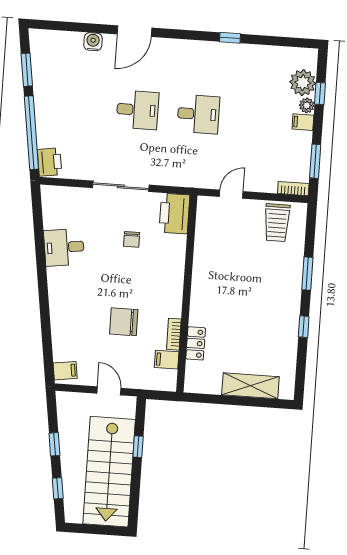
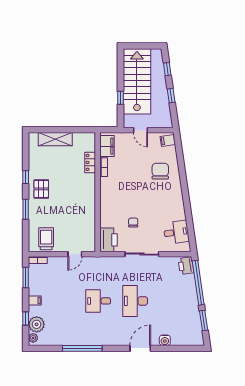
window: (230, 38) -> (82, 348), width x3.17
plant: (307, 105) -> (33, 338), moved
desk: (138, 110) -> (135, 301), width x1.37
desk: (64, 247) -> (176, 232), moved
pallet: (279, 305) -> (41, 189), added
chair: (124, 322) -> (160, 171), moved, turned -90
filing cabinet: (167, 360) -> (107, 146), width x2.00

